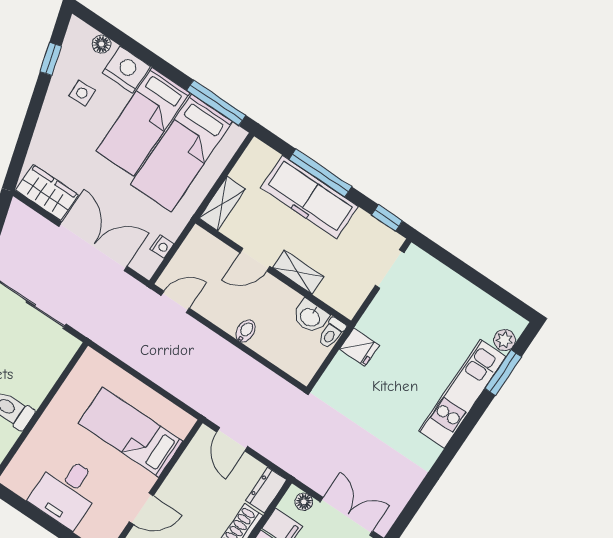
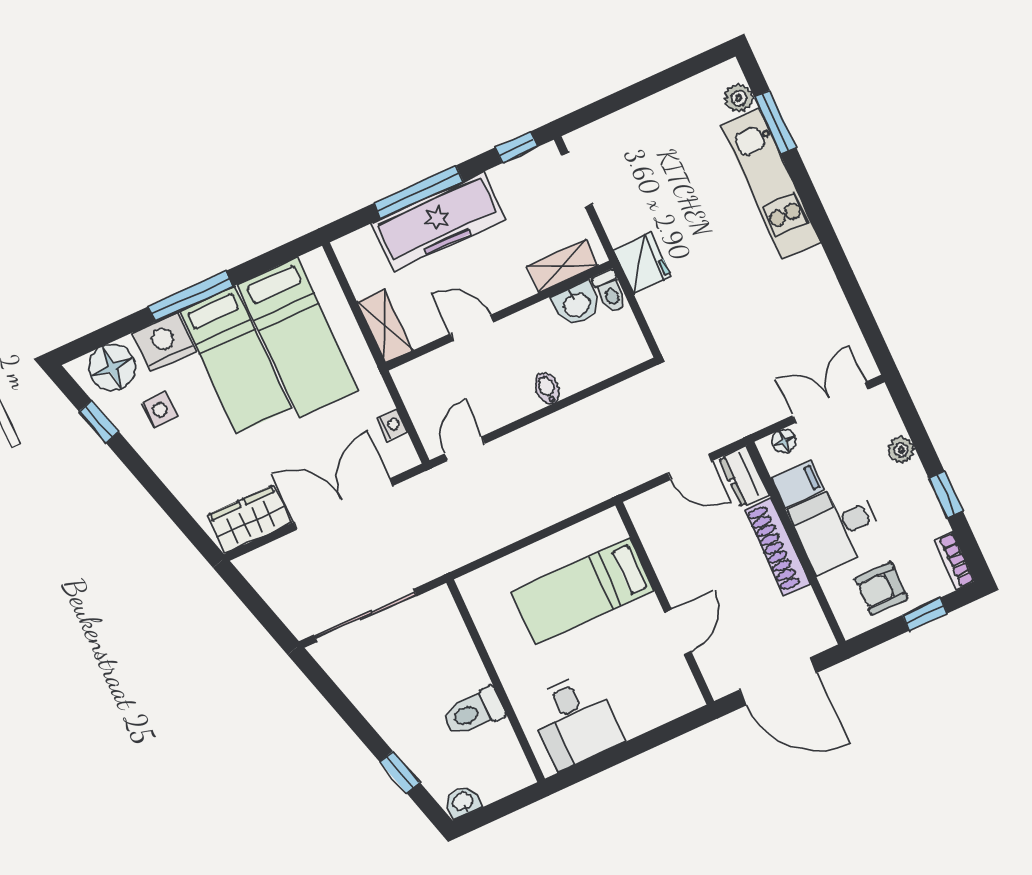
floor lamp: (101, 44) -> (112, 367), width x1.89, depth x1.89
window: (216, 103) -> (190, 297), moved
door: (255, 260) -> (472, 328), swing flipped
shelving: (298, 272) -> (563, 266), moved
fridge: (359, 347) -> (642, 263), width x1.38
door: (232, 439) -> (690, 467), moved
desk: (66, 492) -> (575, 720), moved

